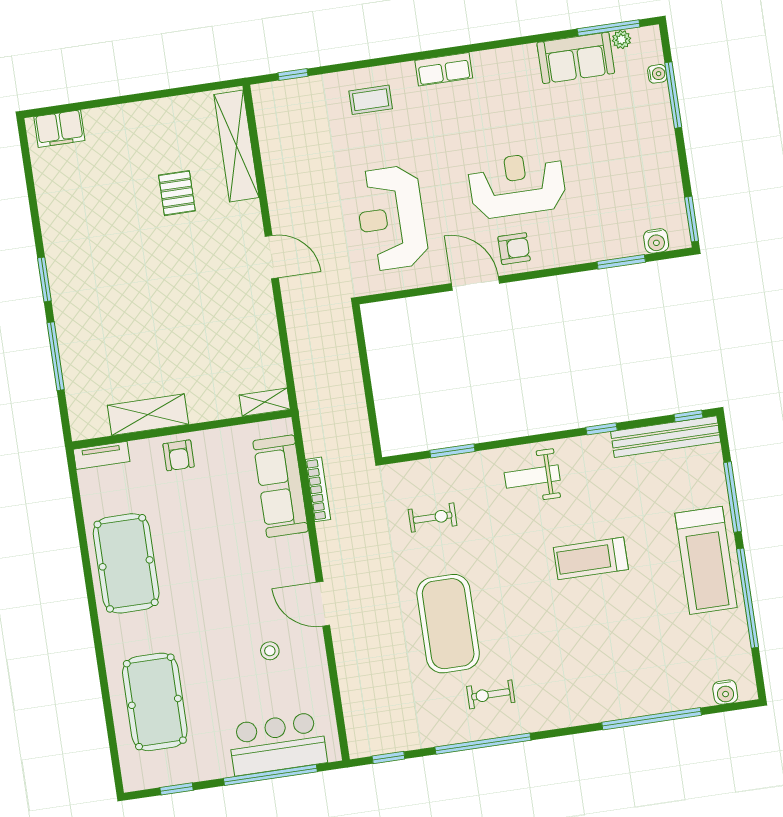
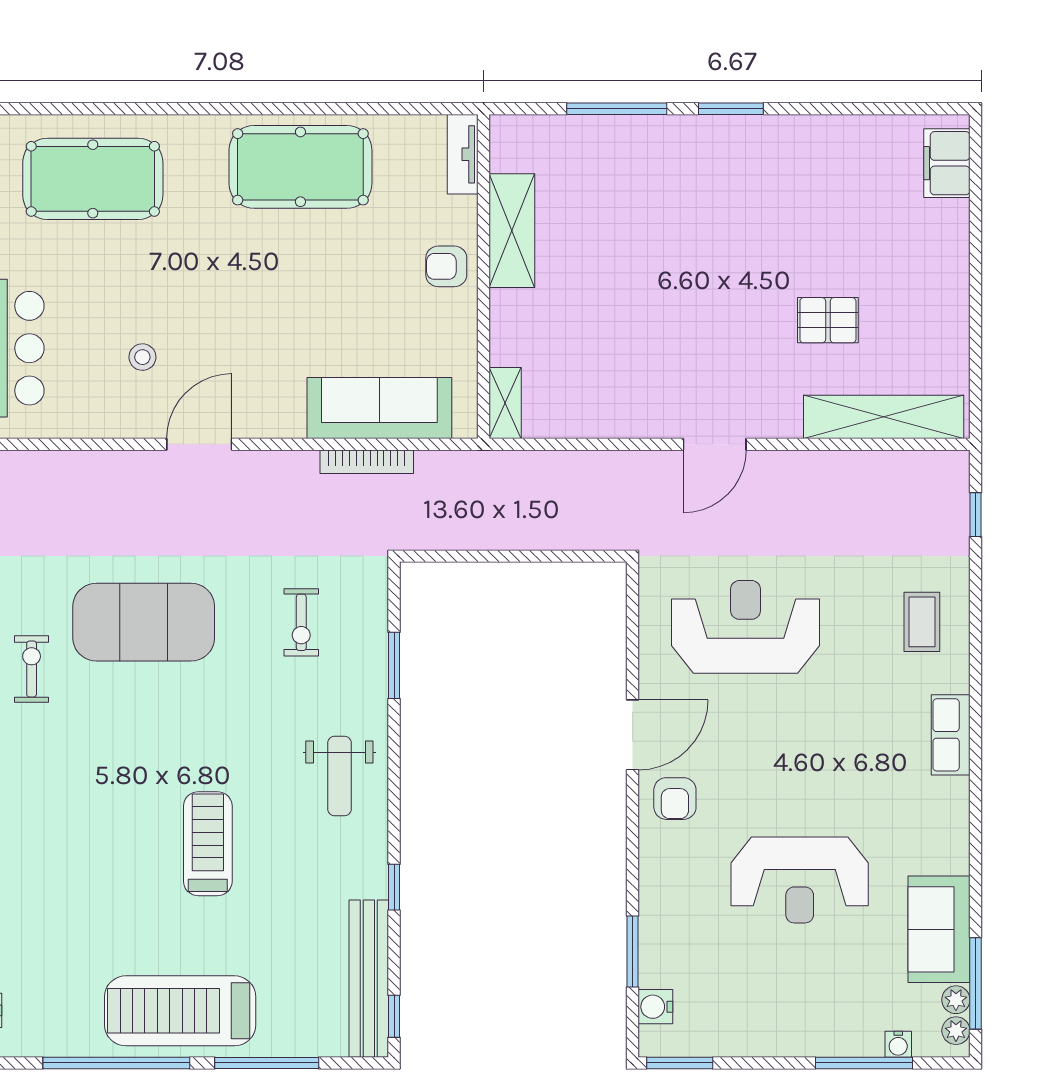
plant: (642, 36) -> (956, 1031), added
reception desk: (517, 185) -> (800, 880), moved, turned 90
weight bench: (532, 477) -> (339, 776), turned 180

